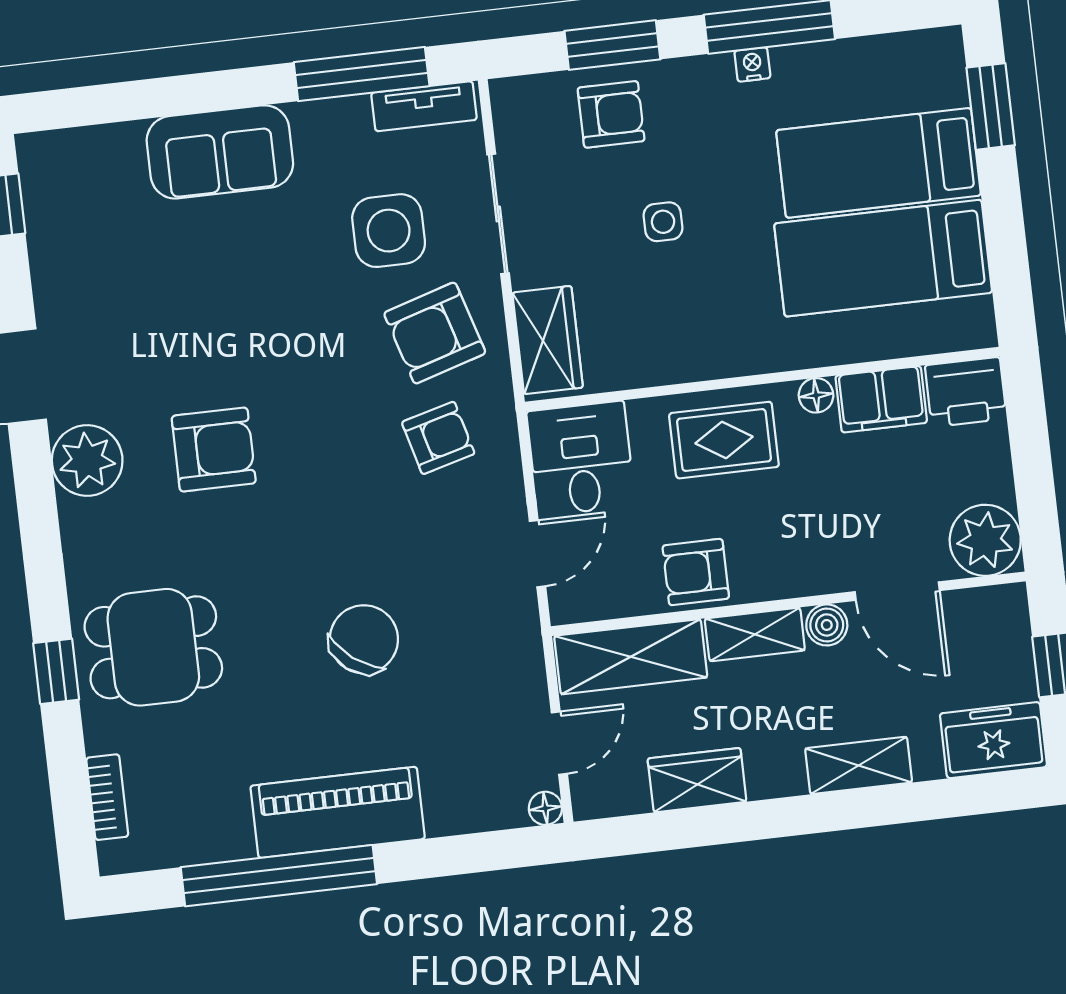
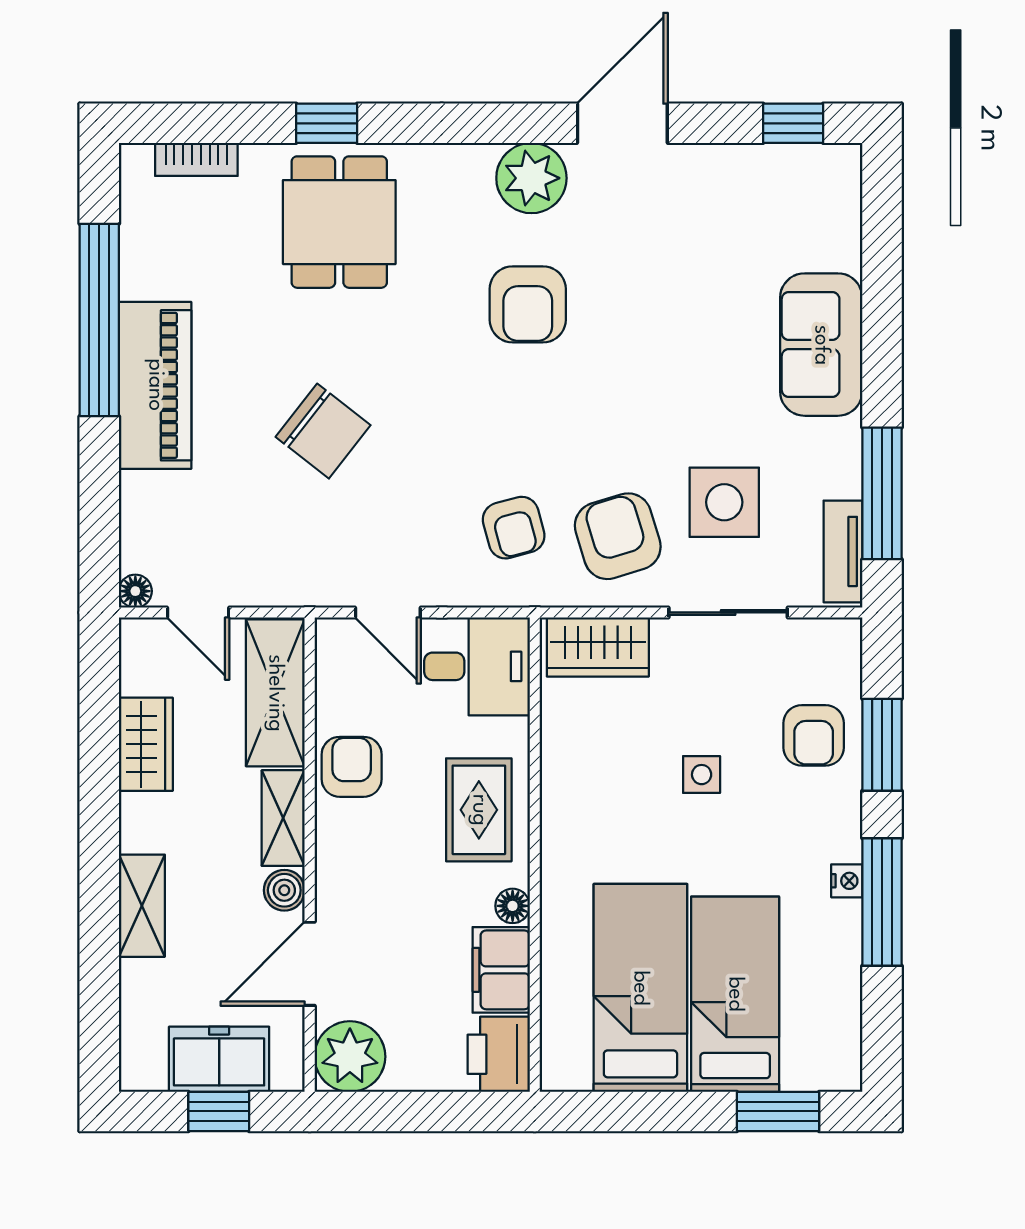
freezer: (993, 740) -> (219, 1059), moved, turned -90

